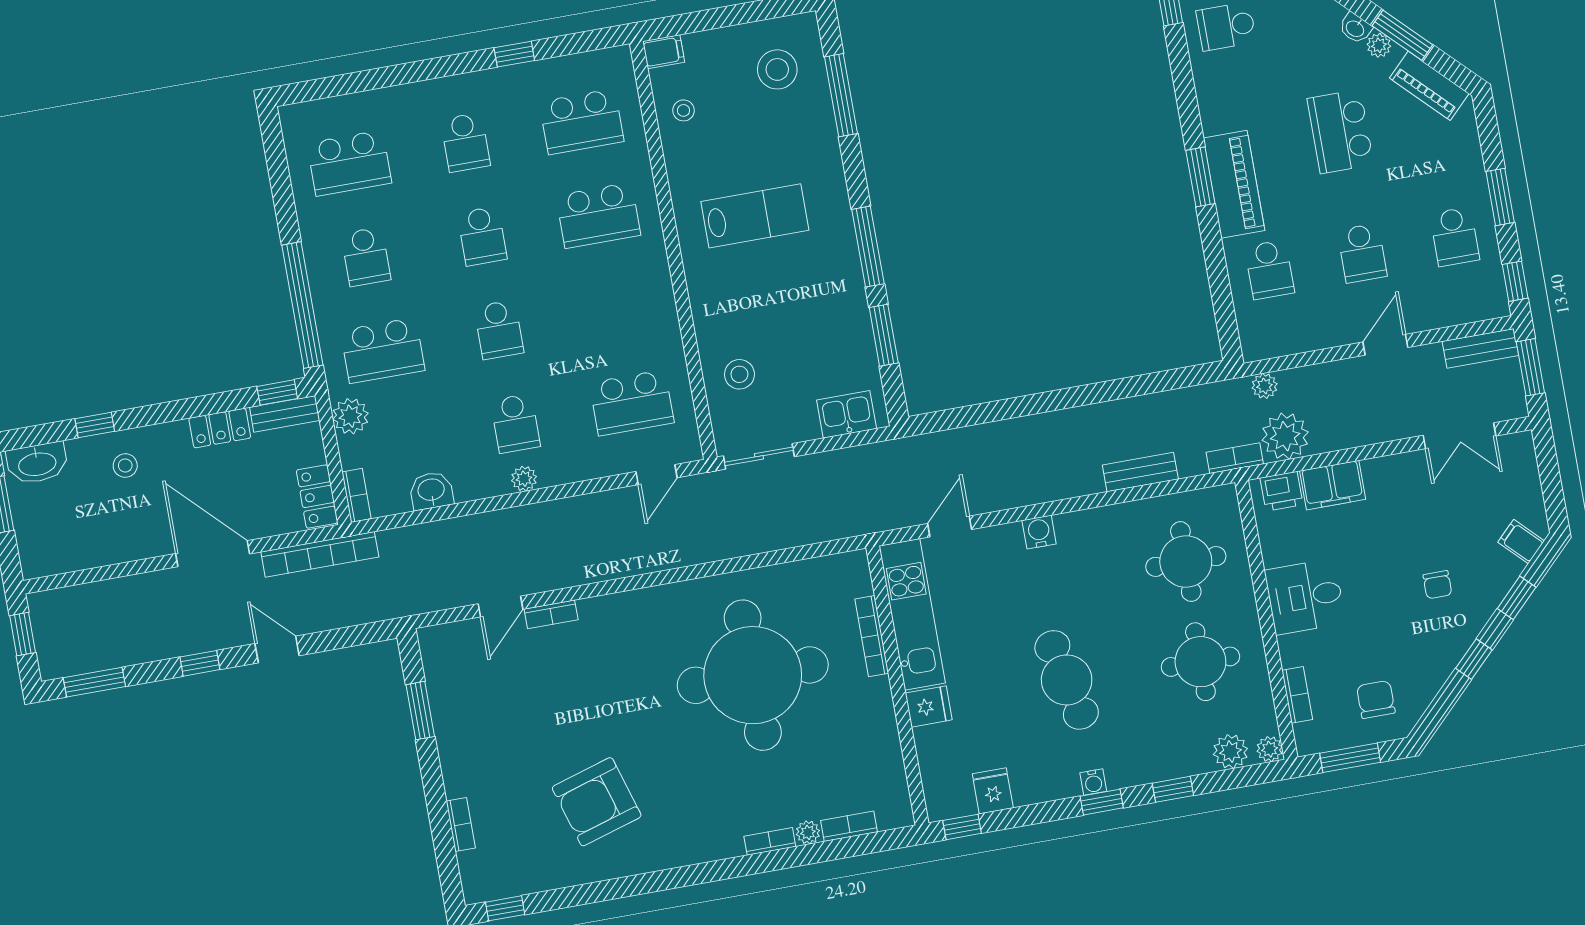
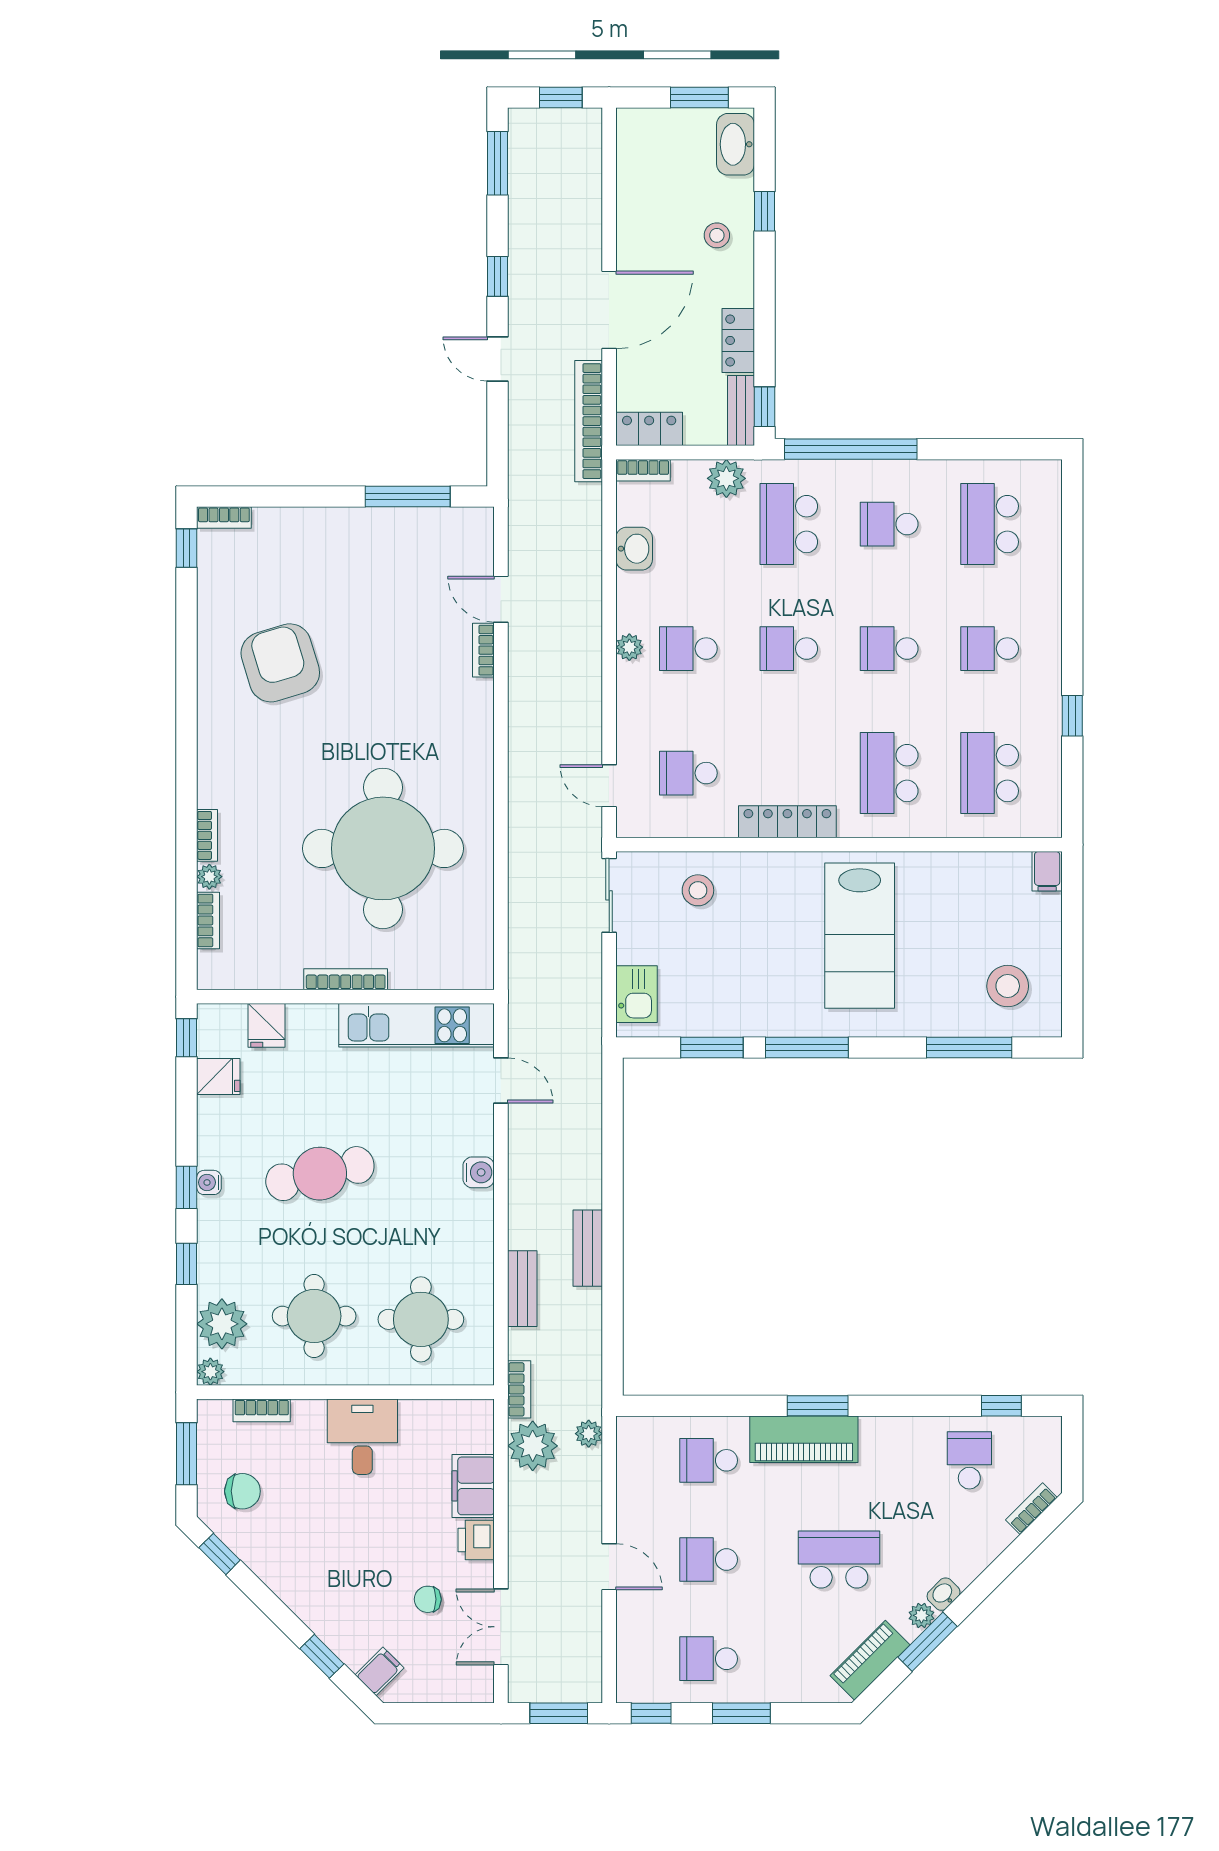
stool: (683, 110) -> (982, 881), removed
lab bench: (755, 216) -> (860, 936), width x1.36, depth x1.39
locker: (661, 302) -> (787, 822), added
bench: (1480, 348) -> (588, 1248), moved
school desk: (632, 403) -> (688, 773), width x0.54
printer: (1281, 491) -> (476, 1540), moved
chair: (1437, 585) -> (428, 1599), moved
bookcase: (872, 636) -> (346, 979), moved
door: (277, 650) -> (498, 359), swing flipped
window: (1474, 659) -> (220, 1554), moved
fridge: (929, 706) -> (266, 1025), moved
window: (420, 711) -> (408, 496), width x1.44
plant: (1230, 752) -> (222, 1324), width x1.36, depth x1.36
bookcase: (461, 824) -> (224, 517), moved

